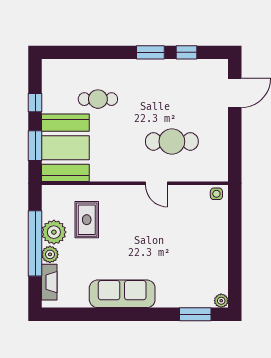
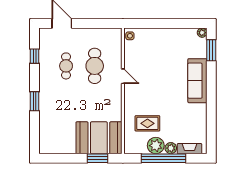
window: (150, 52) -> (35, 101), moved
cafe table: (98, 99) -> (66, 66), moved
window: (35, 103) -> (68, 158), removed
door: (156, 183) -> (123, 76), hinge flipped
sofa: (122, 294) -> (197, 81), moved

